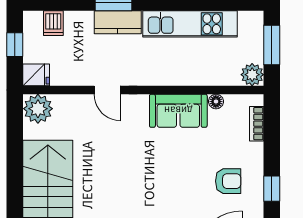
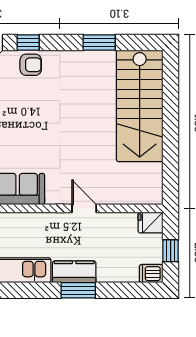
dishwasher: (53, 23) -> (151, 274), moved, turned -90
plant: (38, 109) -> (149, 191), removed

